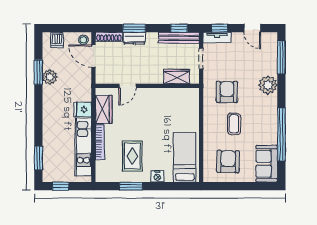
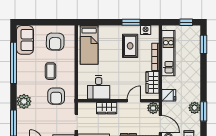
plant: (103, 77) -> (153, 108), added
wardrobe: (177, 77) -> (107, 108), moved
desk: (173, 103) -> (99, 87), added
fridge: (83, 109) -> (169, 95), moved
nightstand: (157, 176) -> (146, 30), moved

